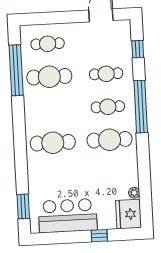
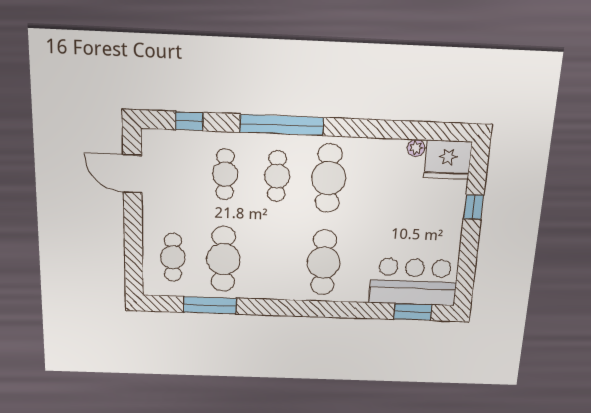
window: (16, 70) -> (210, 305), width x0.68
bar counter: (68, 216) -> (414, 282), moved, turned 90

